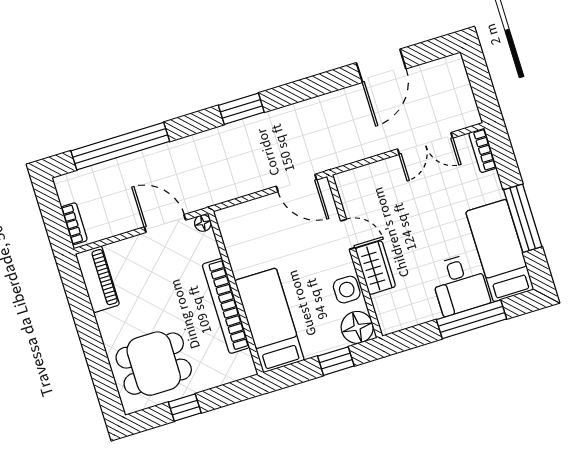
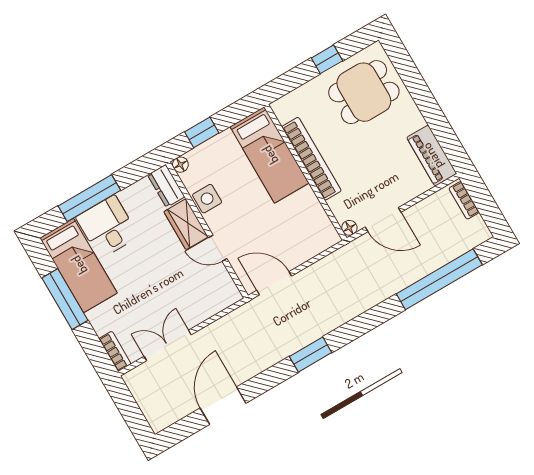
window: (241, 109) -> (311, 354), moved
dresser: (387, 313) -> (166, 186), added
floor lamp: (357, 327) -> (180, 165), width x0.53, depth x0.53

